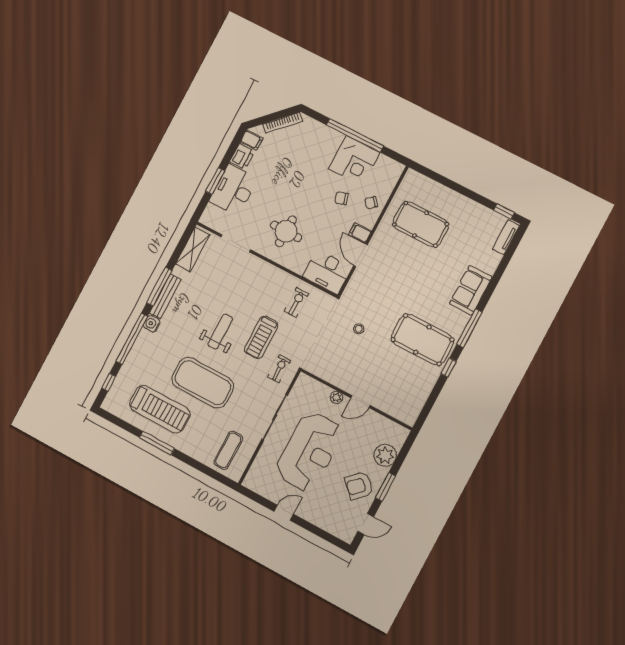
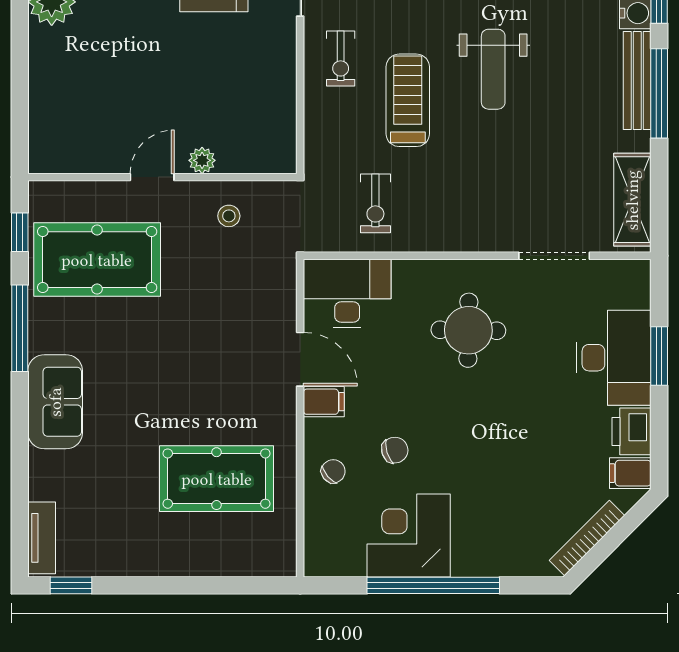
plant: (336, 397) -> (202, 160), moved
wall: (356, 399) -> (162, 177), moved
door: (360, 402) -> (152, 177), moved

